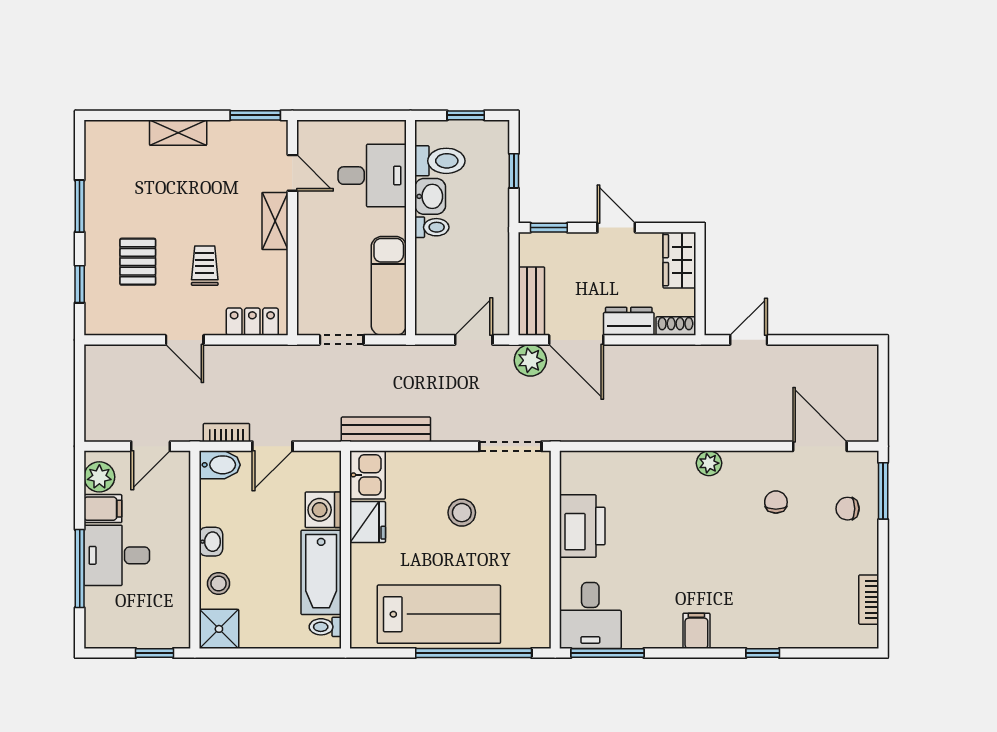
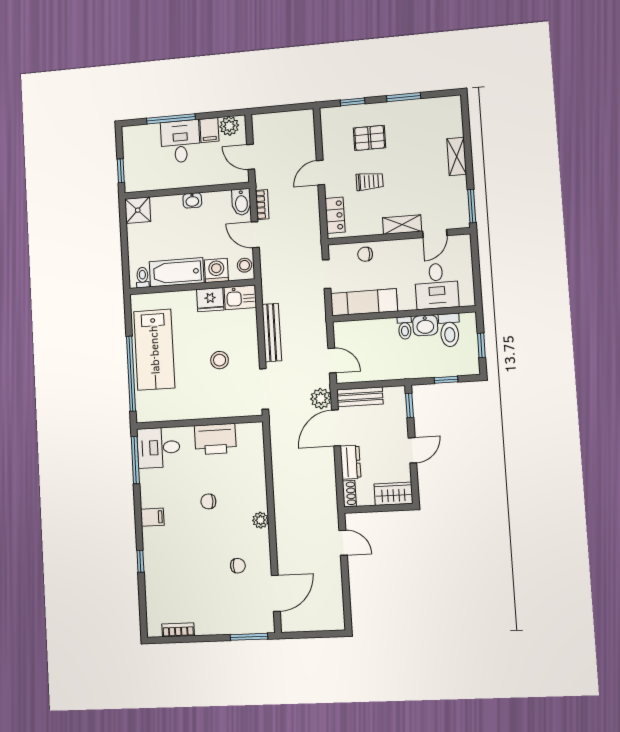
chair: (316, 280) -> (365, 254), added
bench: (386, 429) -> (272, 333), moved
chair: (848, 509) -> (208, 501), moved, turned -90
stool: (219, 583) -> (245, 265), moved

